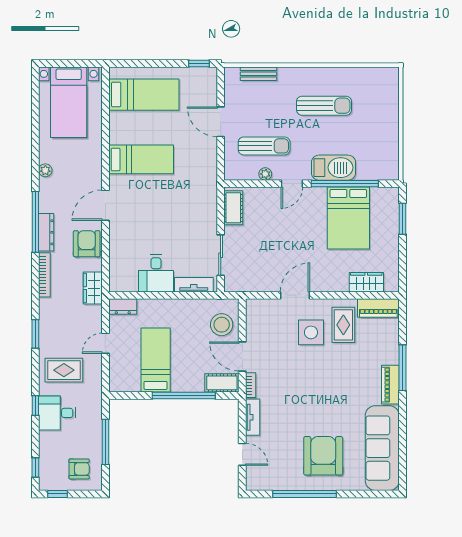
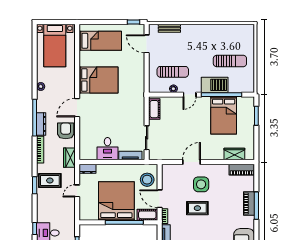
sun lounger: (324, 106) -> (230, 61), moved
door: (221, 122) -> (147, 44), moved
bed: (141, 159) -> (98, 80), width x1.50
rug: (343, 325) -> (197, 208), moved, turned 90
bed: (156, 360) -> (116, 201), width x2.04
rug: (64, 370) -> (50, 181), moved
piano: (390, 385) -> (249, 203), moved

